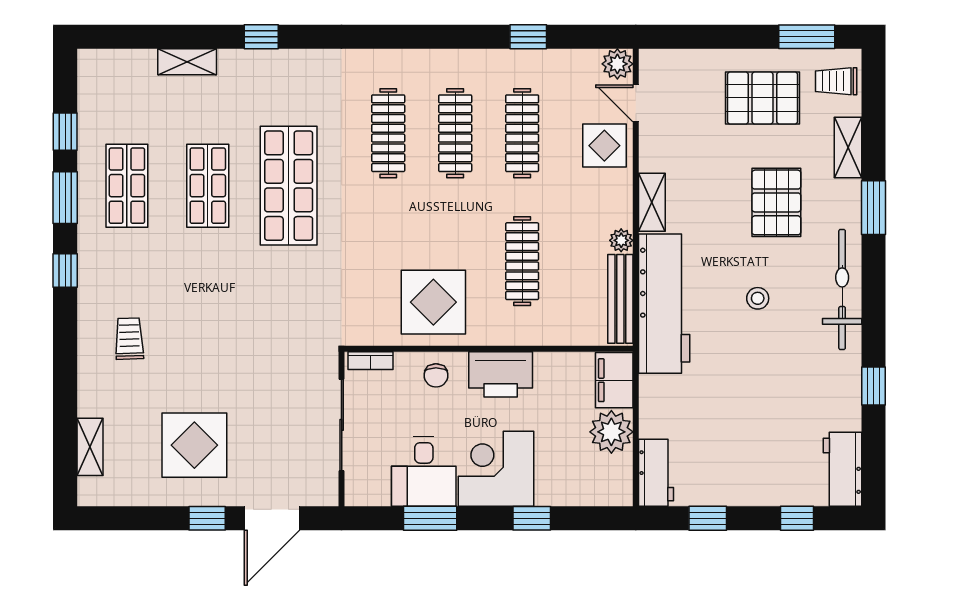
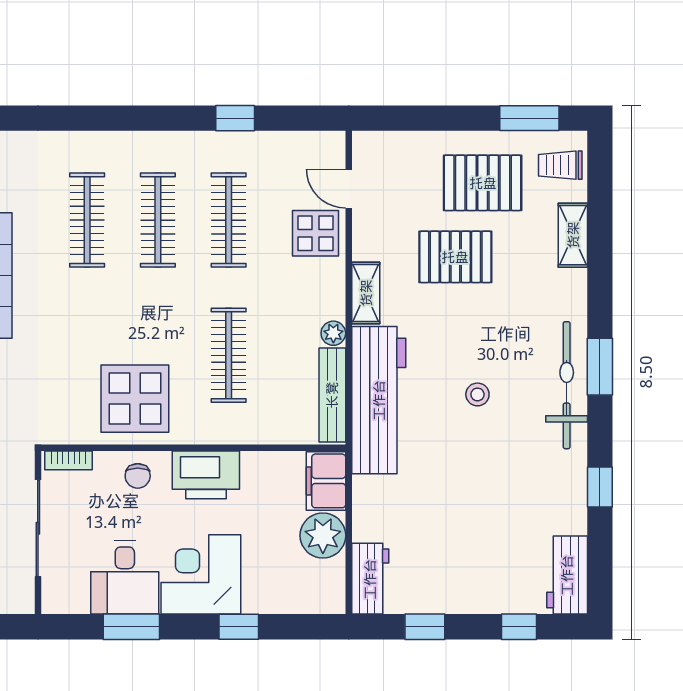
plant: (617, 64) -> (329, 147), removed
pallet: (776, 202) -> (455, 257), moved, turned 90
window: (874, 208) -> (600, 367), moved

